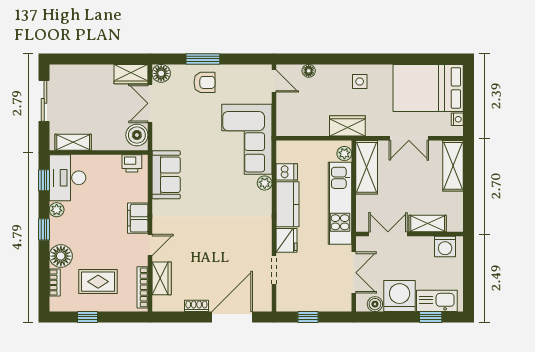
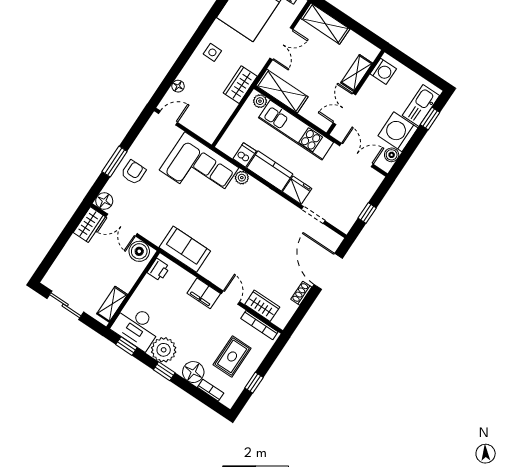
plant: (57, 210) -> (164, 350), width x1.87, depth x1.87

